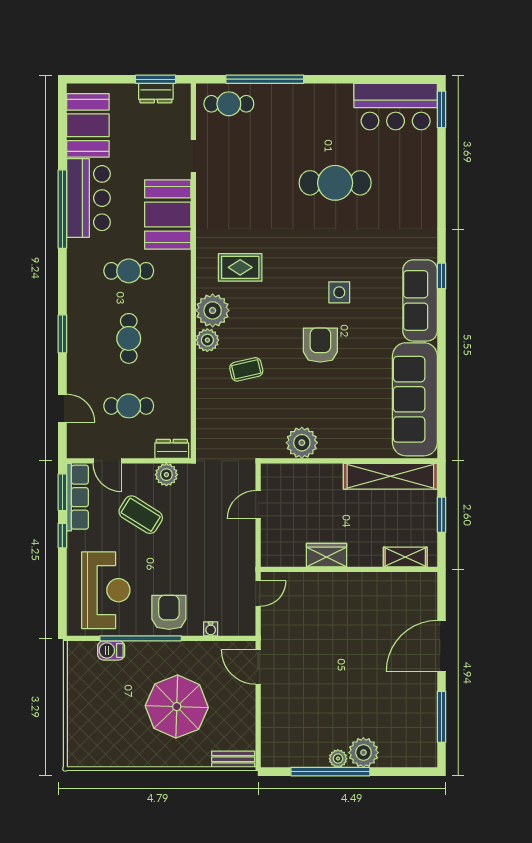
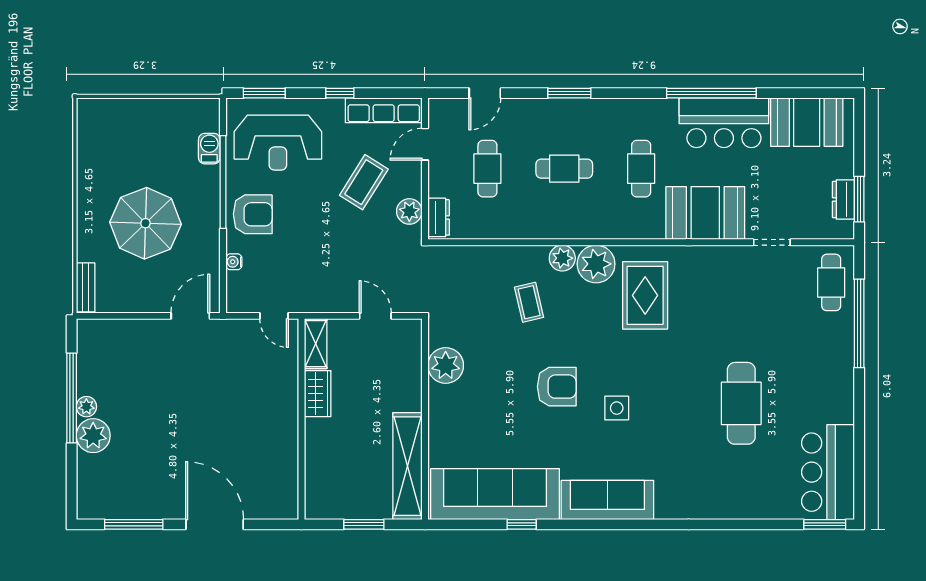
rug: (240, 267) -> (645, 295), width x1.36, depth x1.43
window: (442, 276) -> (522, 524), moved
window: (62, 492) -> (264, 93), moved
shelving: (405, 557) -> (316, 344), moved

